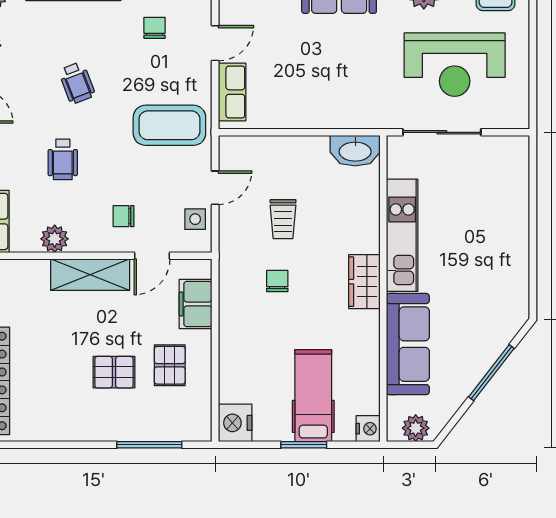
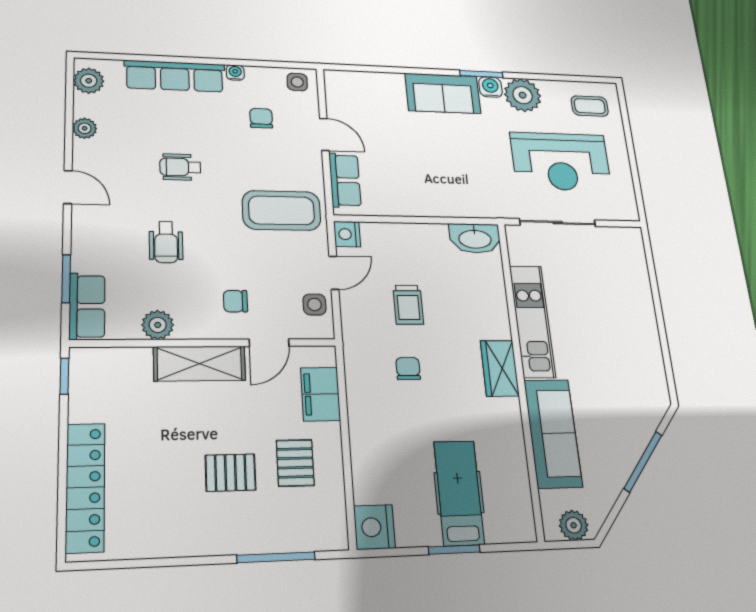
door: (215, 43) -> (324, 134), hinge flipped
wheelchair: (77, 83) -> (180, 167), turned 111
nightstand: (368, 429) -> (347, 234), moved, turned 180

